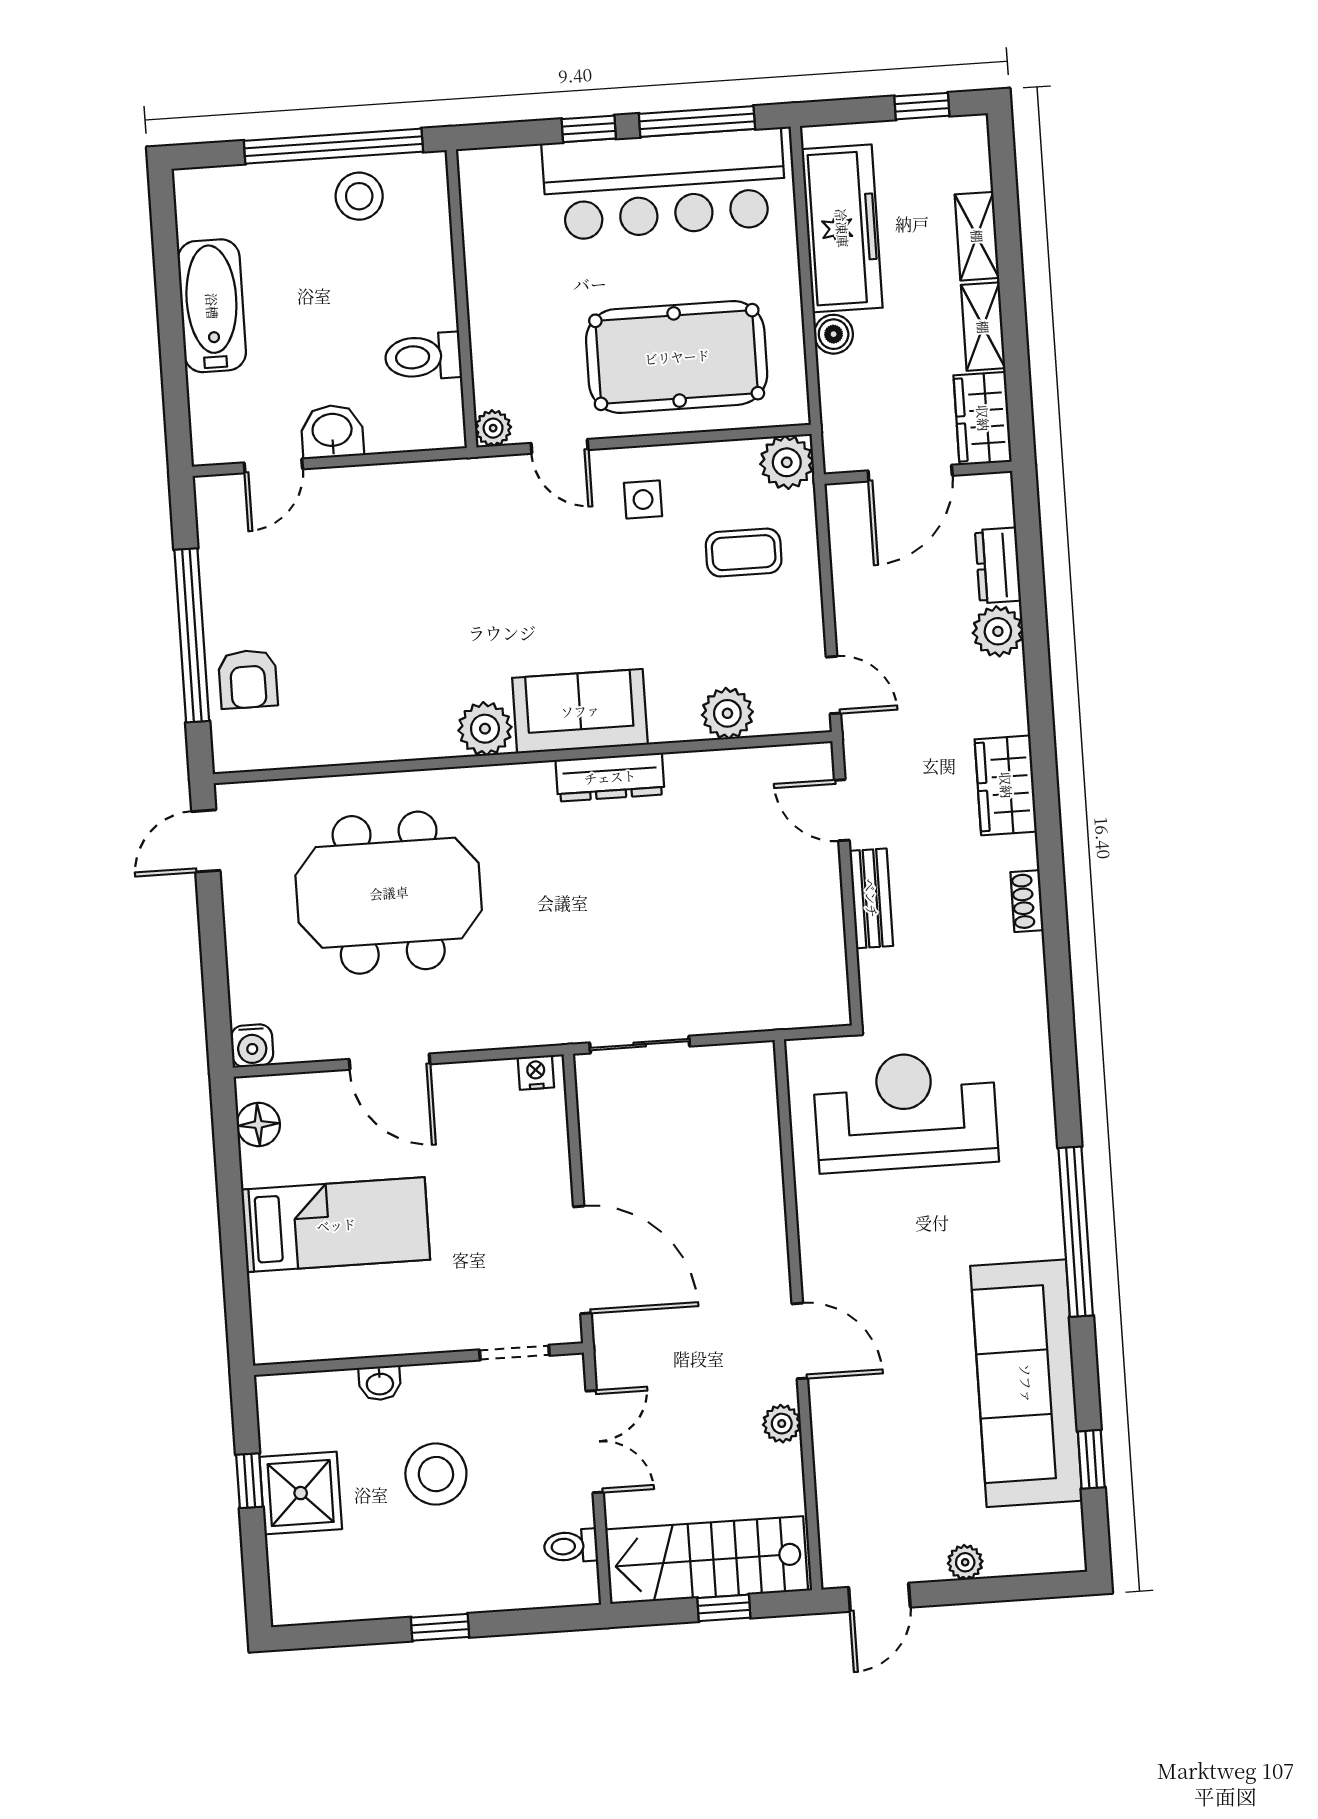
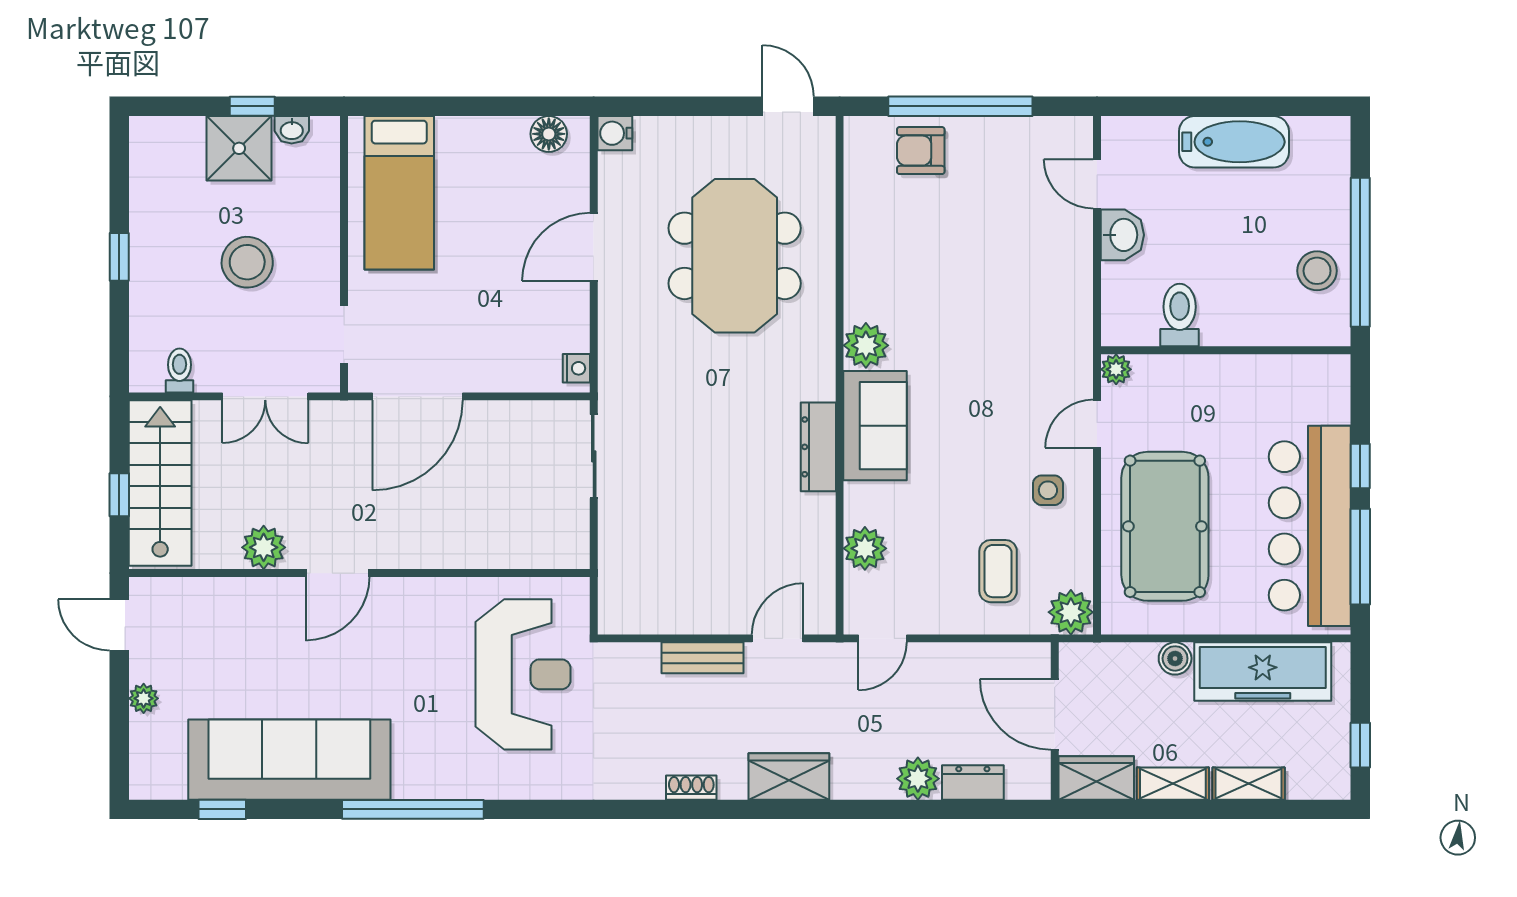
bed: (336, 1225) -> (399, 193), moved
washbasin: (380, 1383) -> (292, 130), moved, turned -90
plant: (782, 1424) -> (264, 547), width x1.38, depth x1.38

